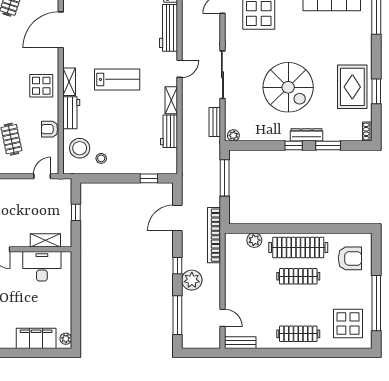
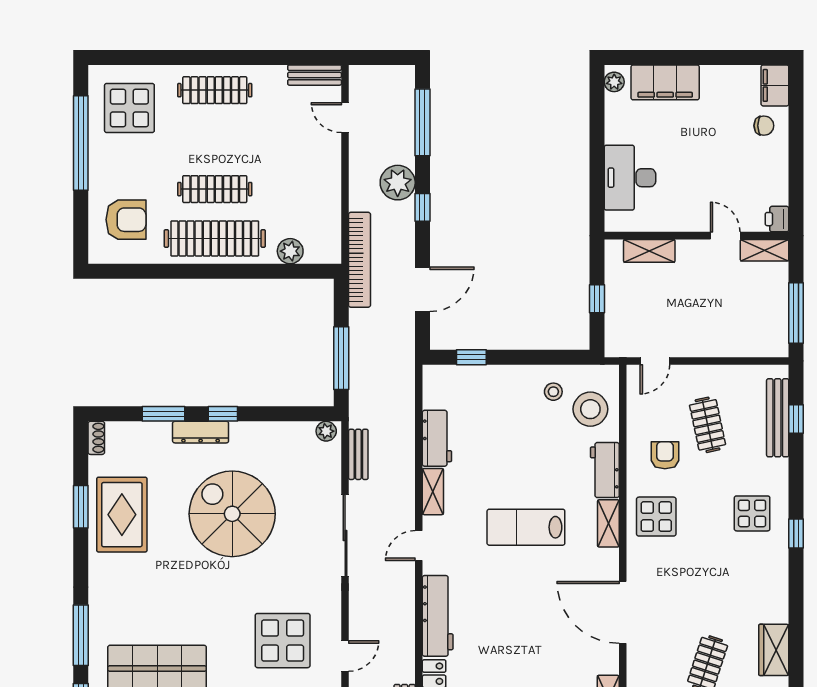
door: (61, 30) -> (623, 612), swing flipped
armchair: (50, 129) -> (665, 455), moved, turned -90
armchair: (350, 258) -> (126, 220), turned 180
desk: (42, 266) -> (630, 178), moved, turned 90

